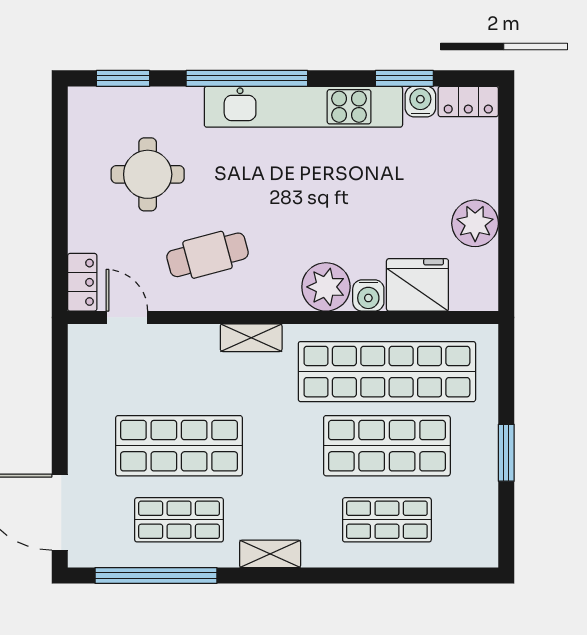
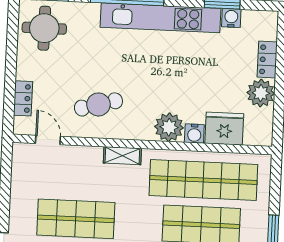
locker: (468, 101) -> (267, 60), moved, turned 90
round table: (148, 174) -> (44, 28), moved
locker: (82, 282) -> (23, 98), moved

